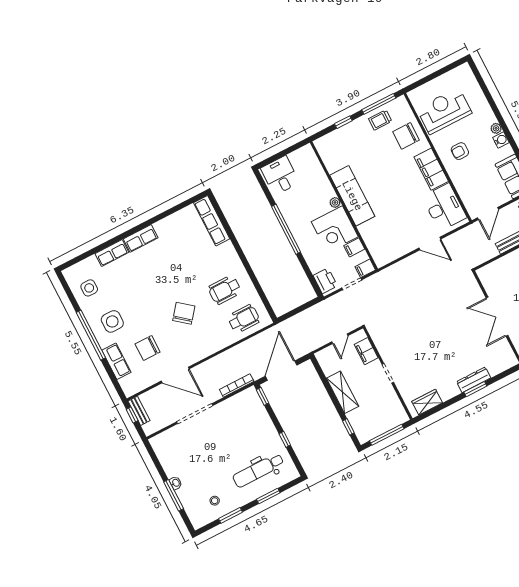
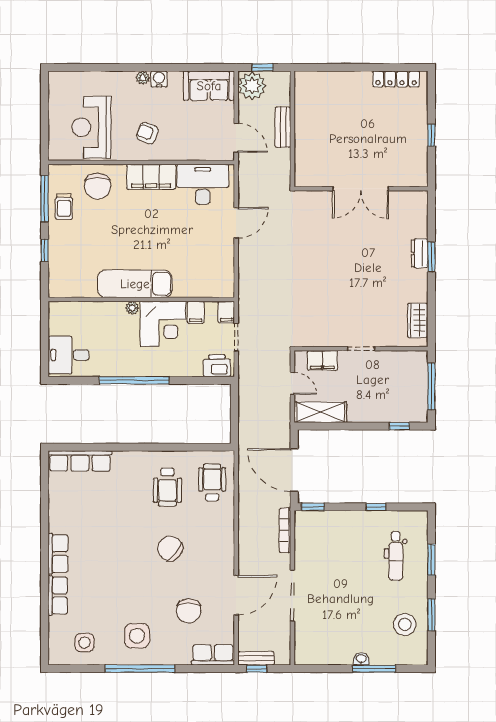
armchair: (460, 151) -> (147, 133), turned 112
row of seats: (116, 361) -> (213, 655), moved
dresser: (474, 380) -> (420, 253), width x0.70
shelving: (343, 392) -> (321, 412), moved
dental chair: (258, 470) -> (396, 556), width x0.73, depth x0.72
stool: (215, 501) -> (405, 624), width x1.89, depth x1.89

